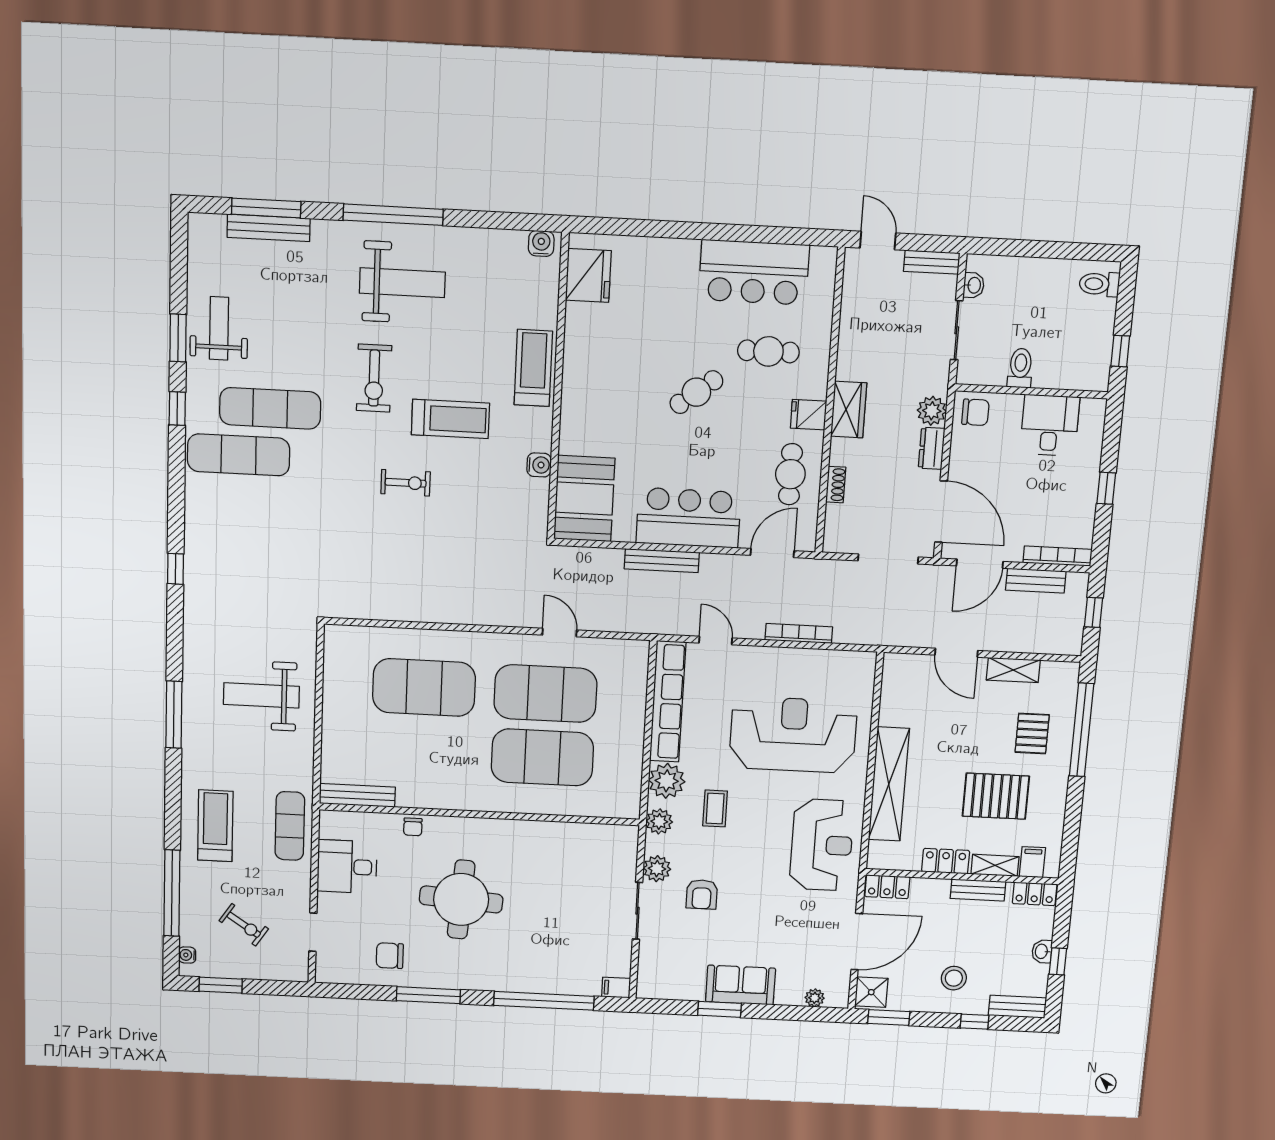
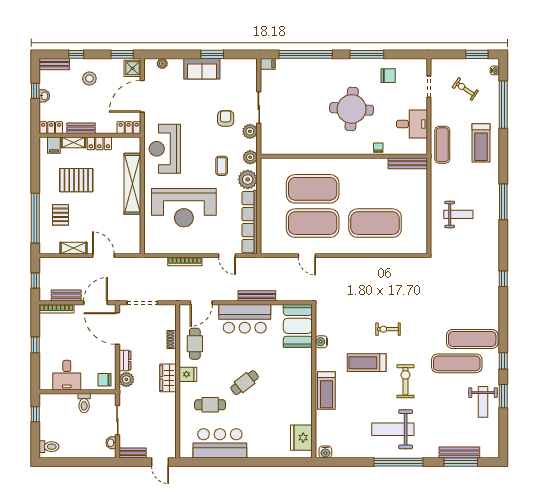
weight bench: (261, 695) -> (458, 214), width x0.73, depth x0.75

